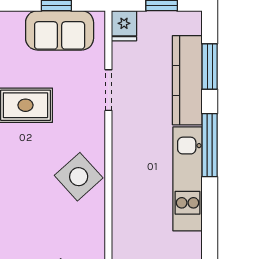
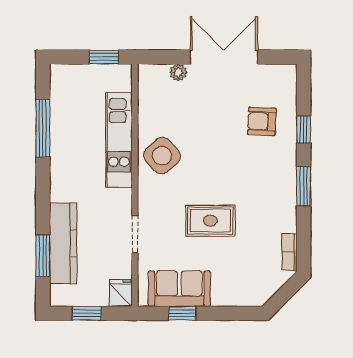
window: (210, 145) -> (43, 128), moved
kitchen unit: (188, 179) -> (119, 140), moved, turned 180

